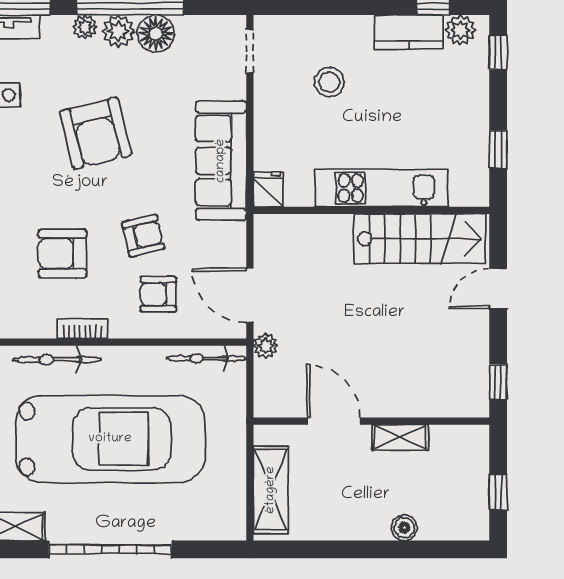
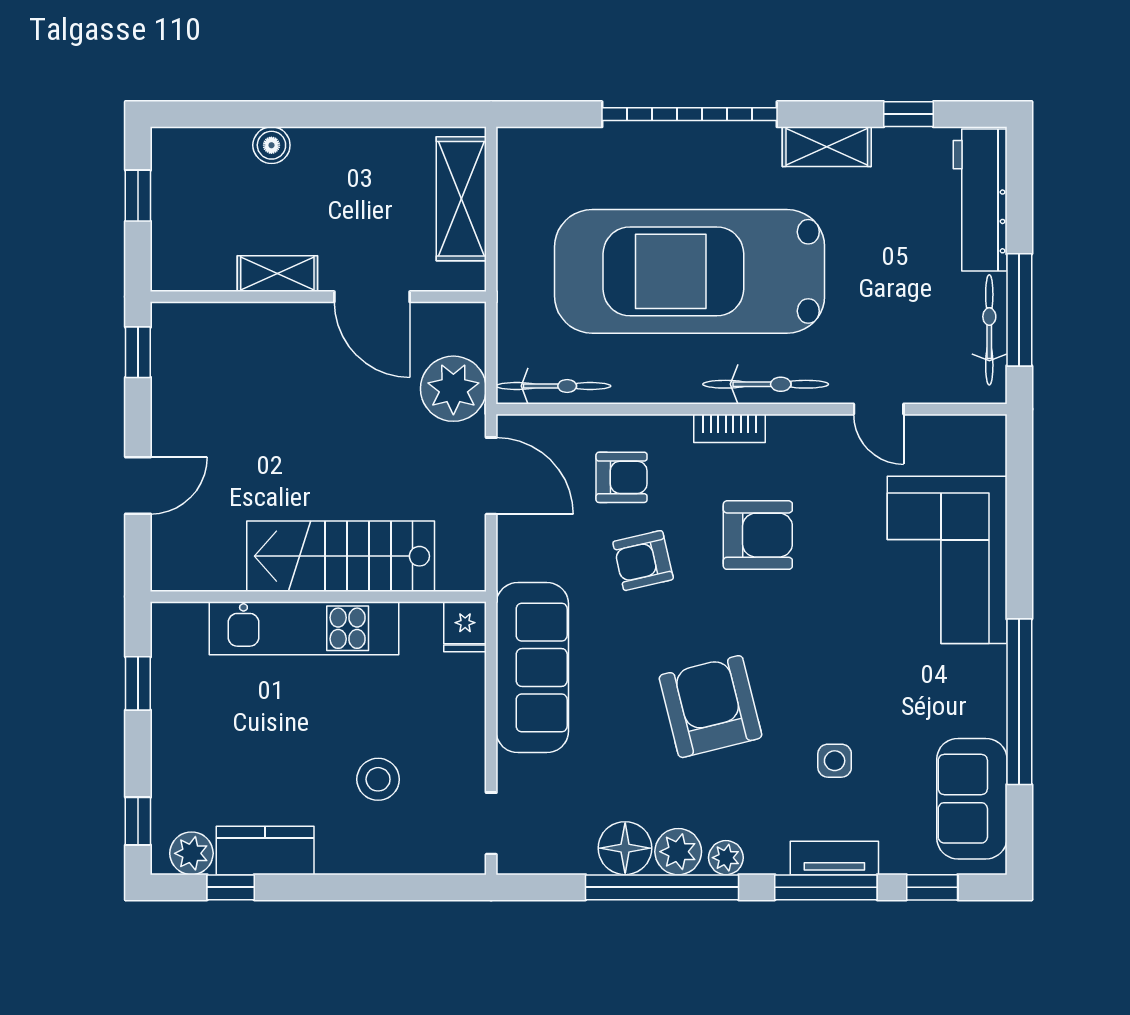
stairs: (420, 239) -> (341, 556), moved
plant: (266, 346) -> (453, 389), width x1.87, depth x1.87

